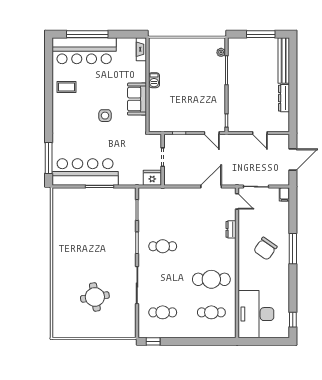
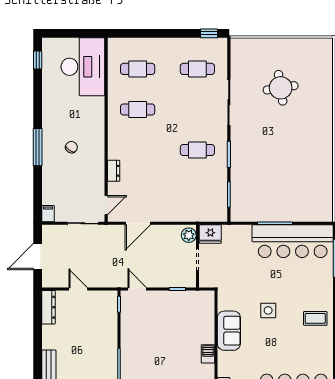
coffee table: (66, 87) -> (315, 318), moved
dresser: (284, 98) -> (49, 307), moved
plant: (170, 177) -> (189, 235), added
door: (237, 201) -> (106, 205), swing flipped
chair: (265, 249) -> (71, 147), width x0.54, depth x0.54
cafe table: (211, 279) -> (138, 109), width x0.73, depth x0.74

